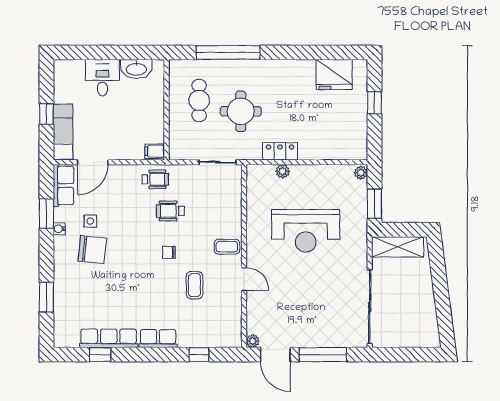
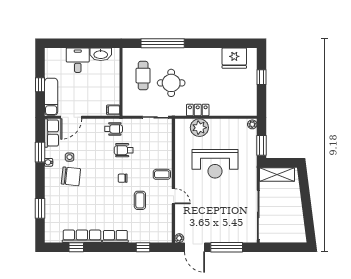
plant: (283, 171) -> (199, 128), width x1.88, depth x1.88

